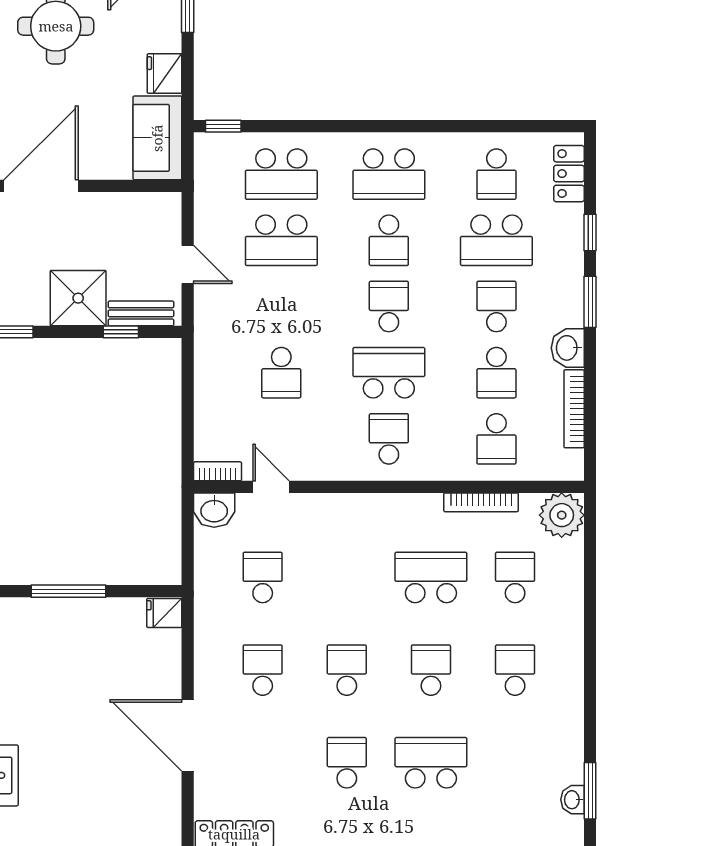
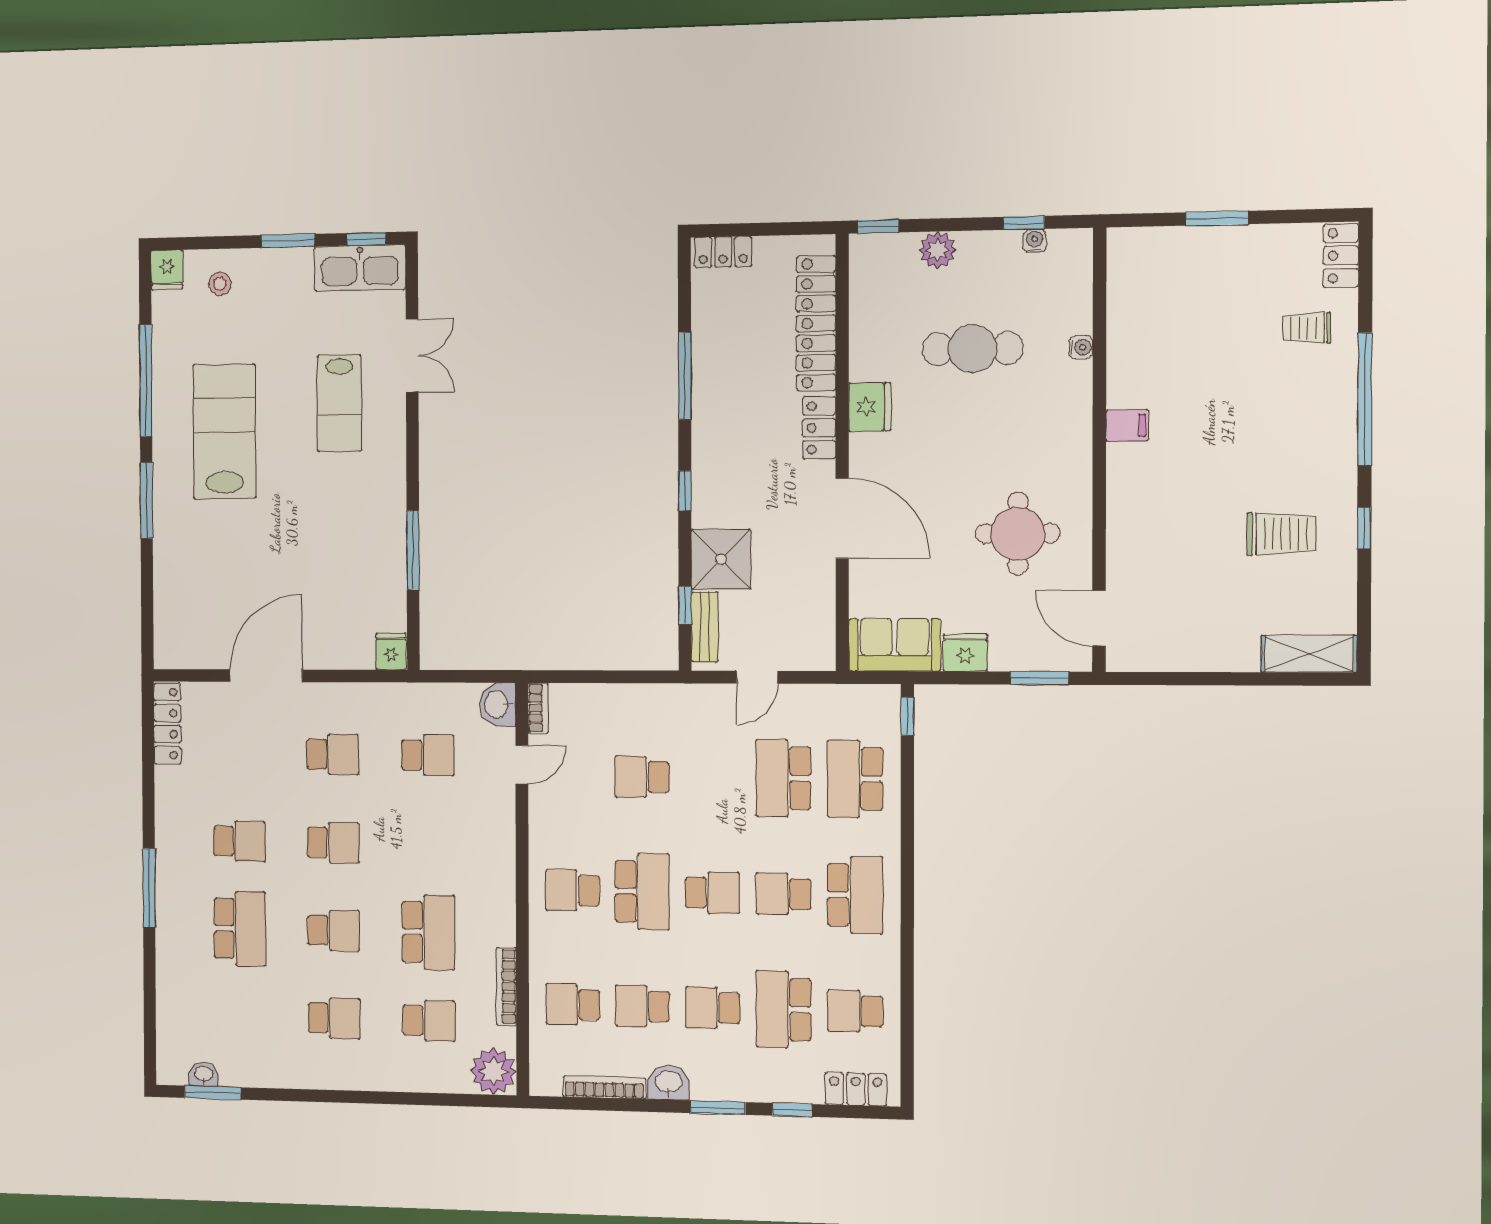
school desk: (389, 174) -> (855, 895), turned 180
school desk: (496, 307) -> (713, 1008), turned 180
school desk: (389, 439) -> (572, 890), turned 180

